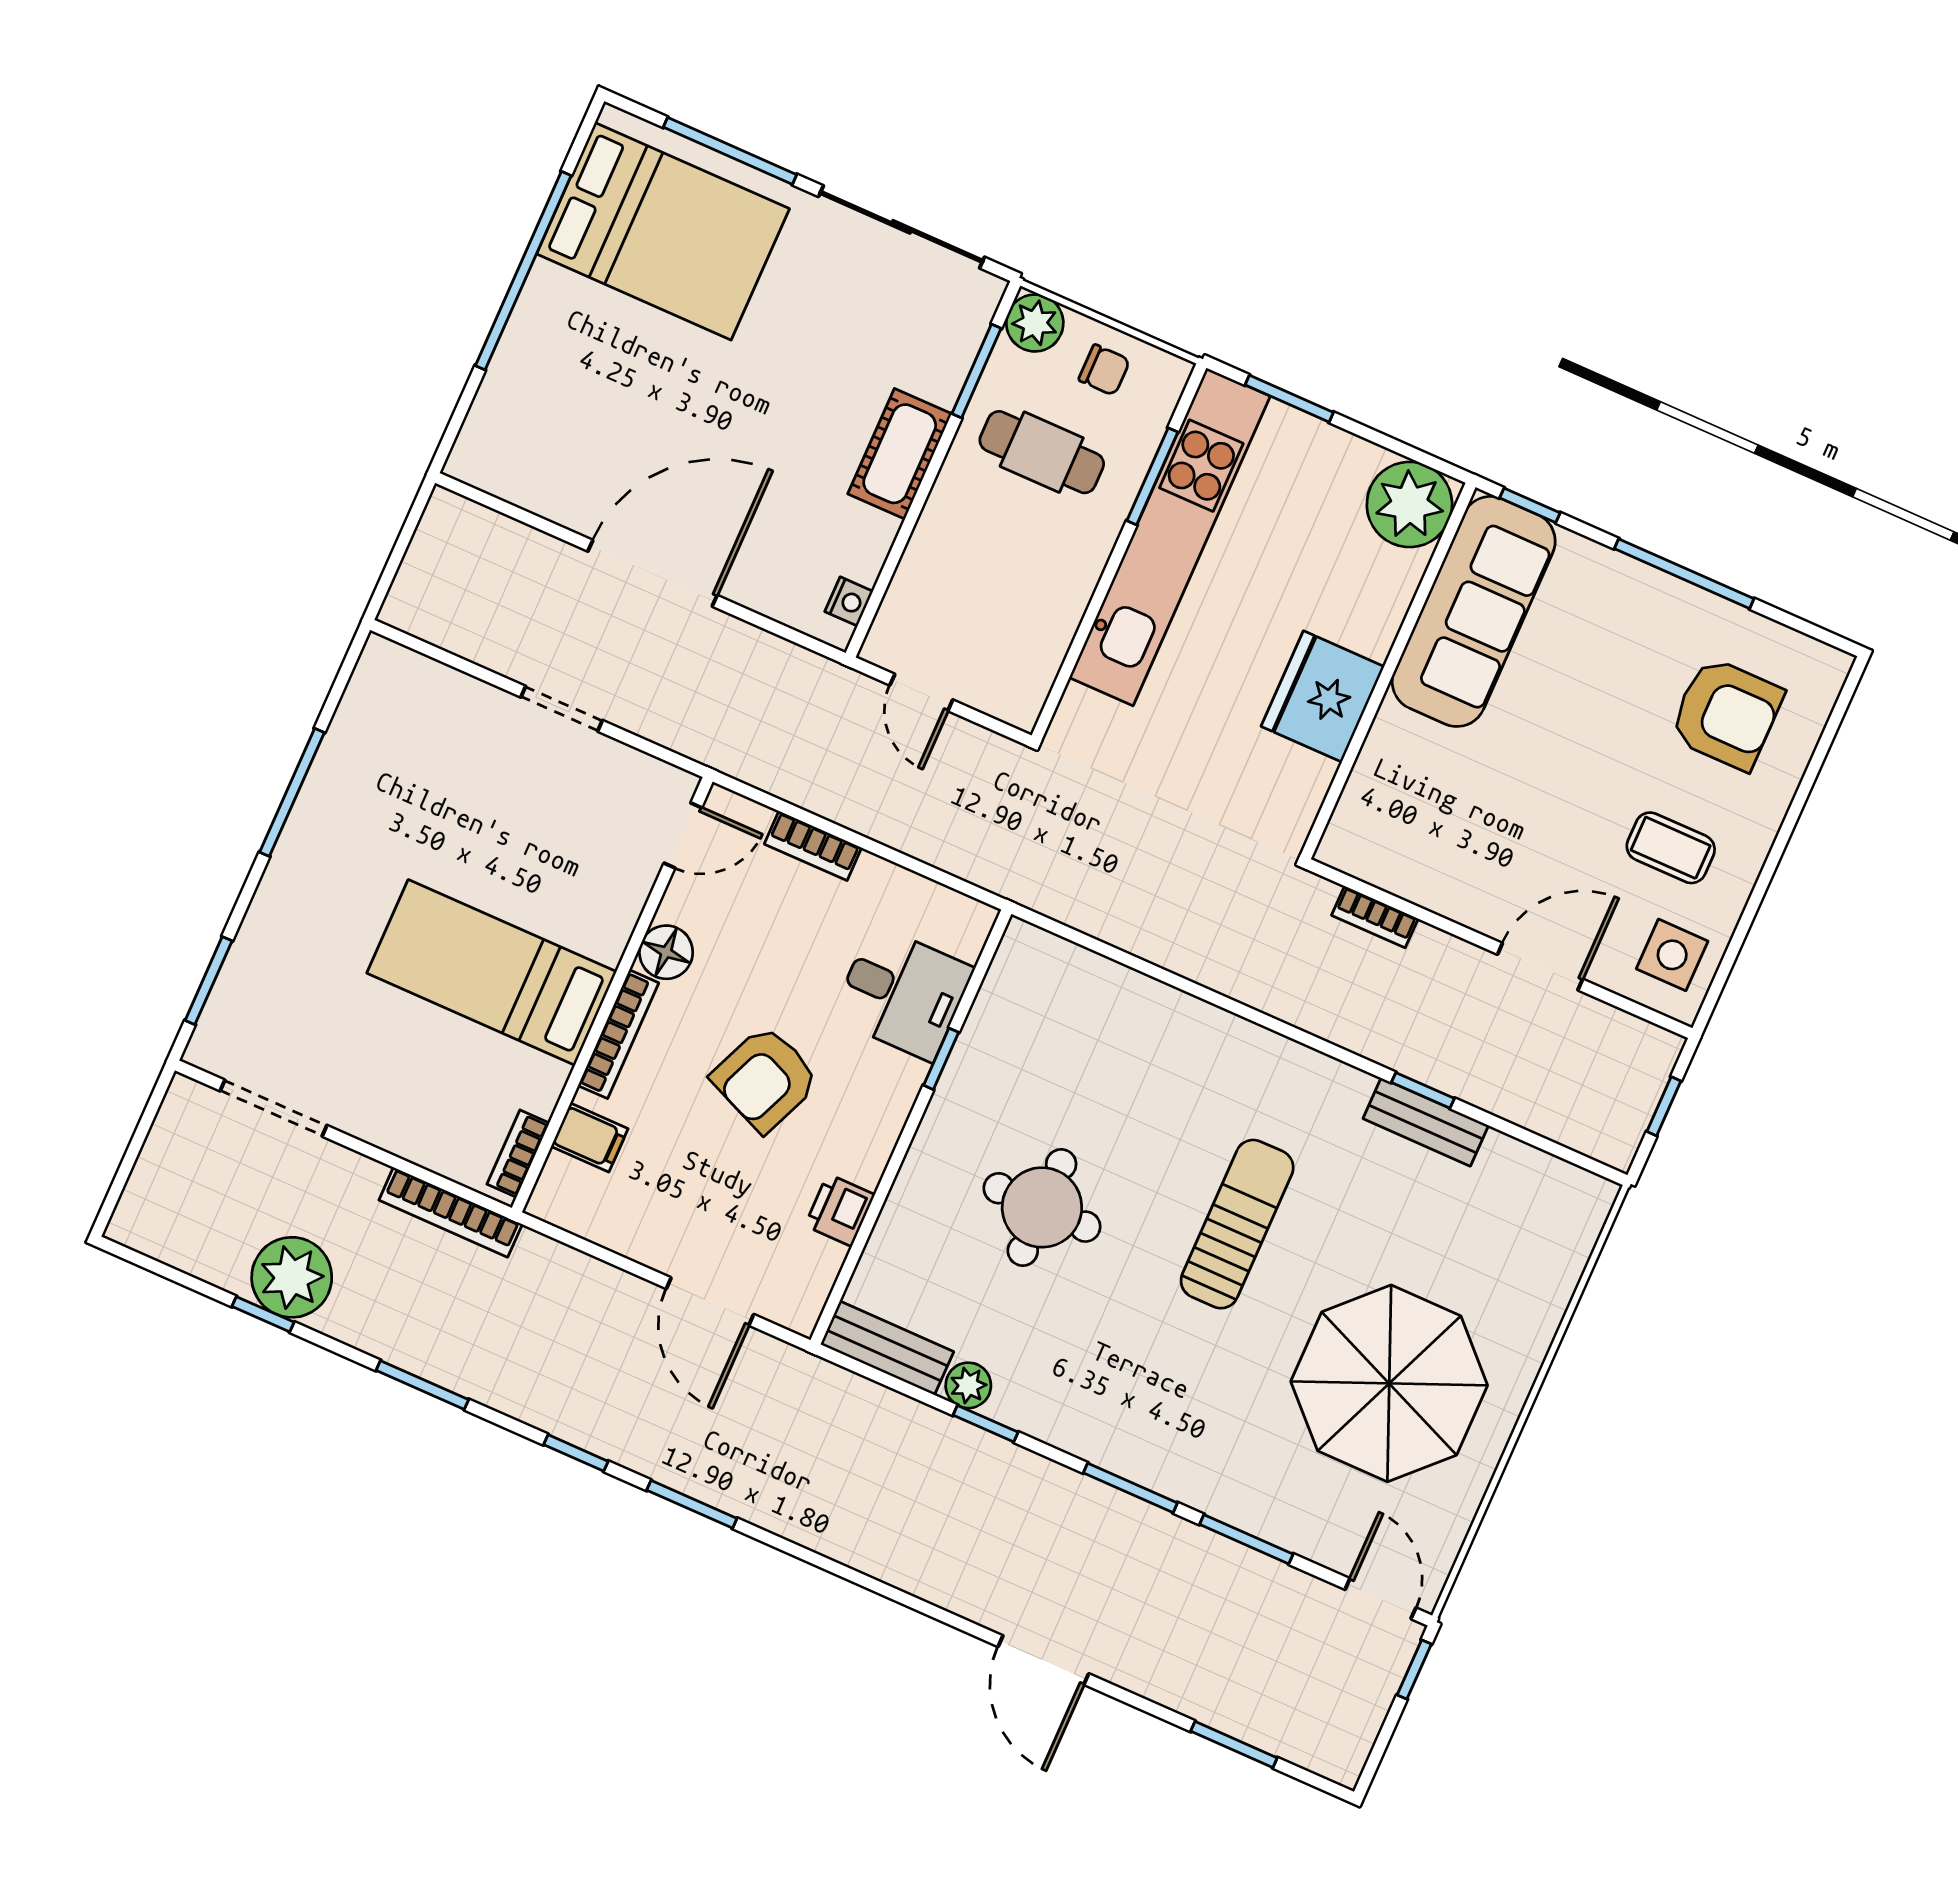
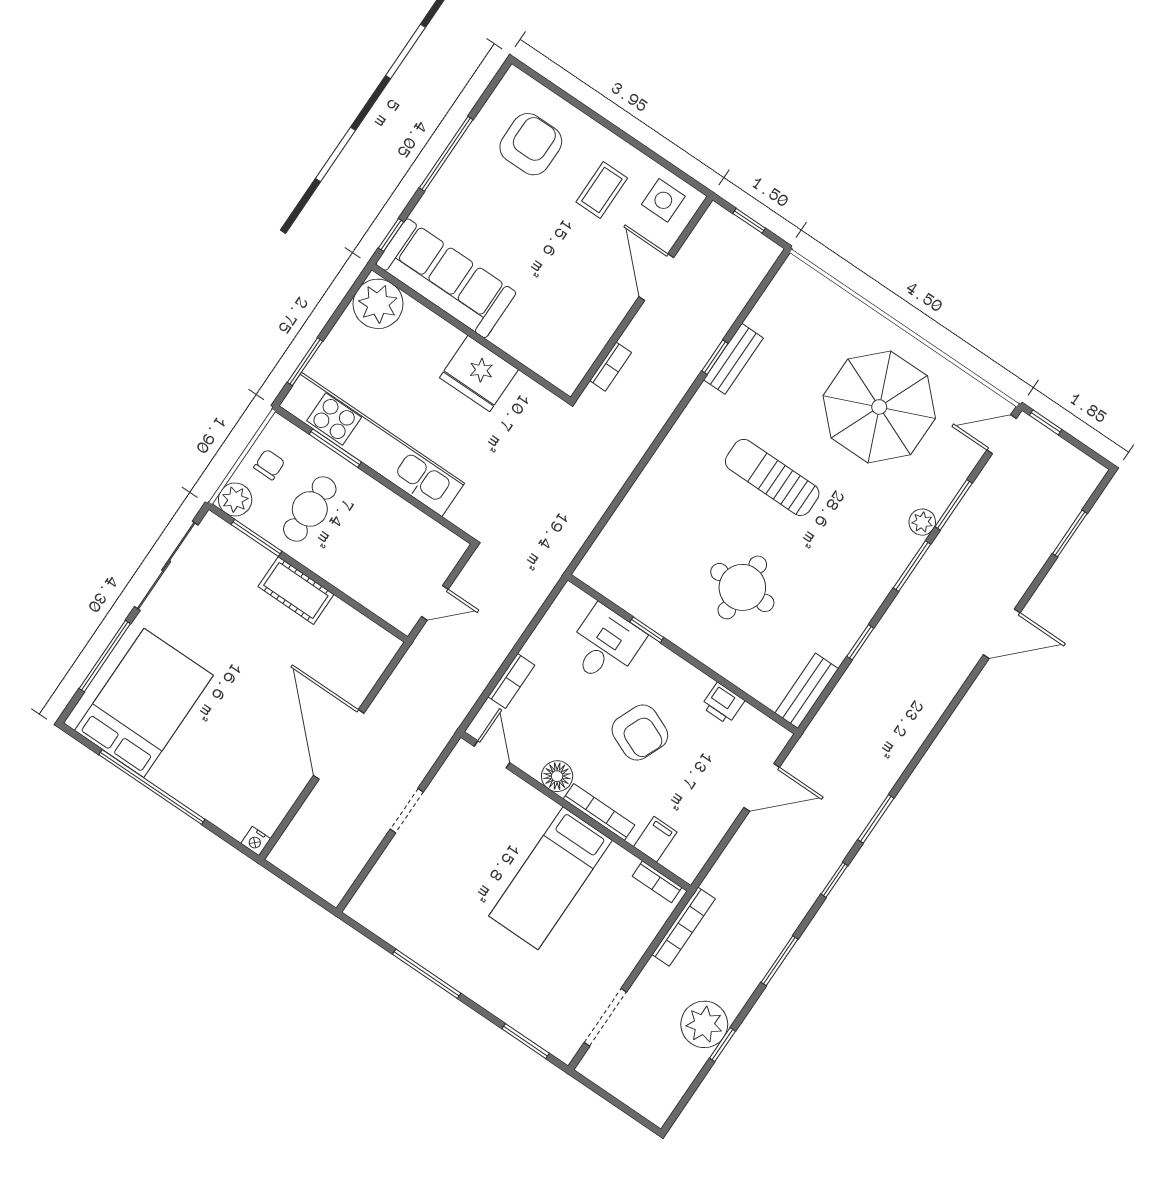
nightstand: (849, 601) -> (256, 841), moved, turned 180
plant: (968, 1385) -> (922, 522), moved

